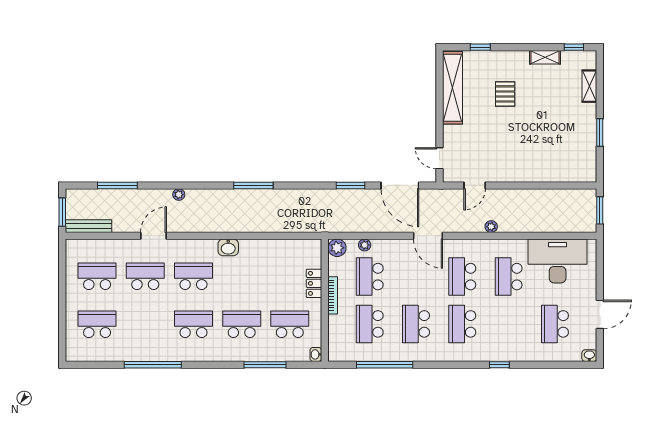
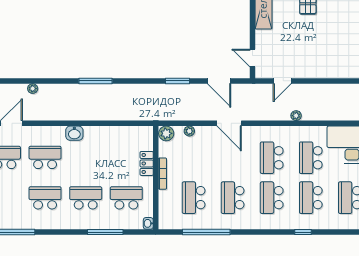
door: (400, 185) -> (219, 81), width x0.73
door: (428, 236) -> (229, 123), moved
school desk: (370, 277) -> (311, 198), moved

